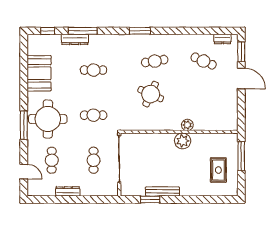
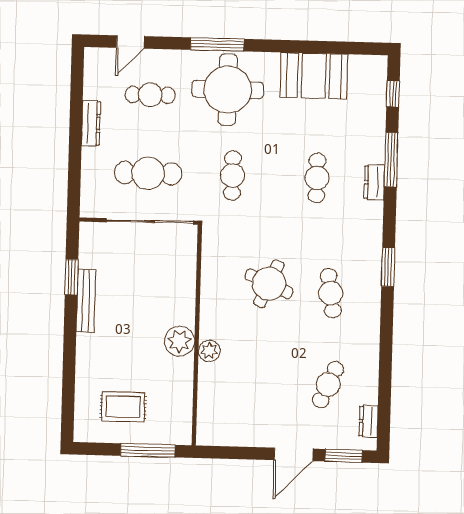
dresser: (75, 39) -> (374, 182), moved, width x0.70
cafe table: (94, 160) -> (148, 173), width x1.37, depth x1.35

